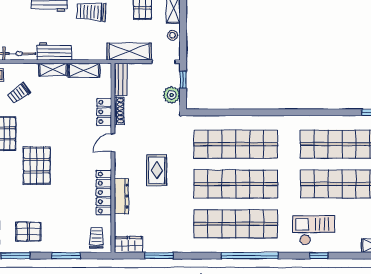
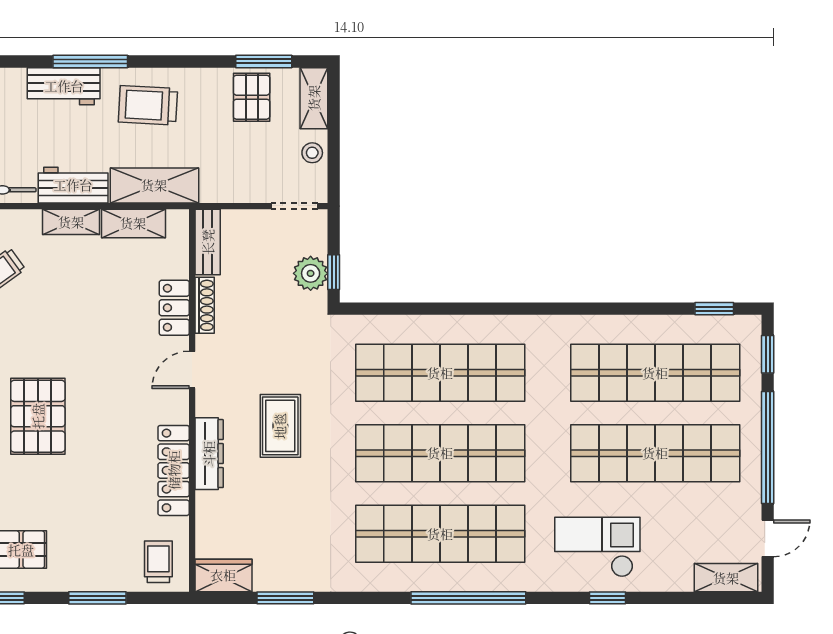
shelving: (129, 51) -> (154, 185), moved
window: (183, 80) -> (334, 272), moved
dresser: (121, 196) -> (209, 454), moved

